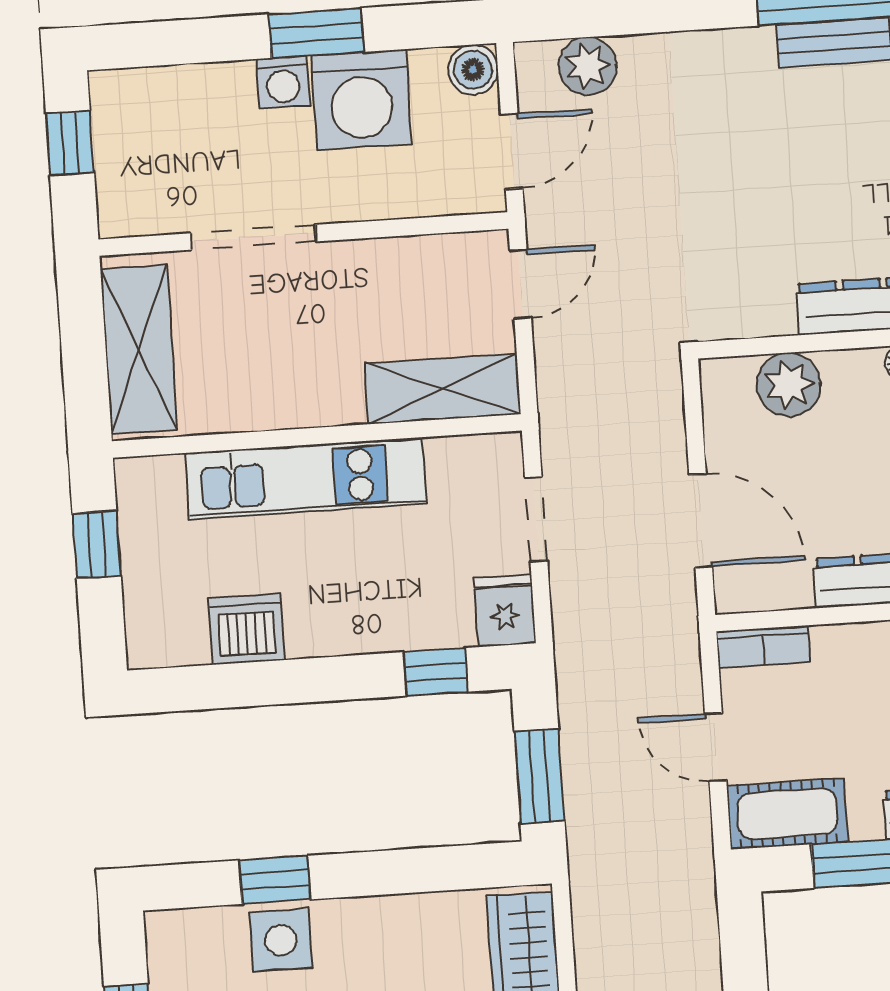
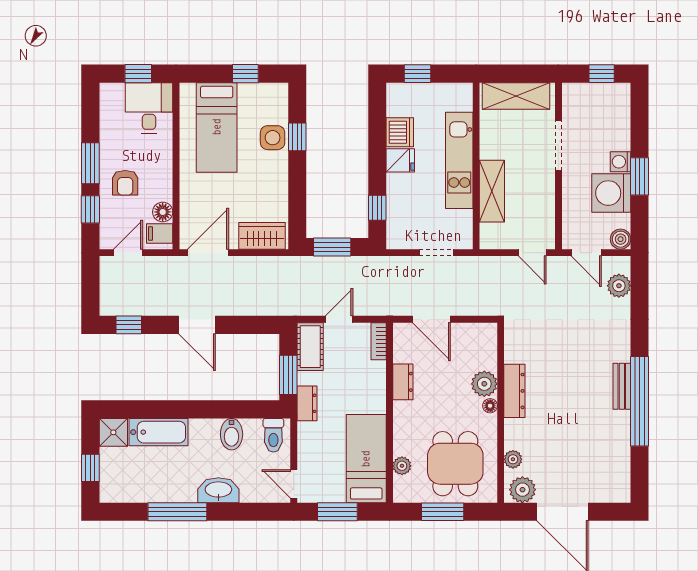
plant: (789, 384) -> (484, 384), moved
shelving: (443, 389) -> (492, 191), moved
door: (701, 521) -> (431, 319), hinge flipped
window: (97, 544) -> (417, 74), moved
fridge: (505, 611) -> (400, 160), moved

